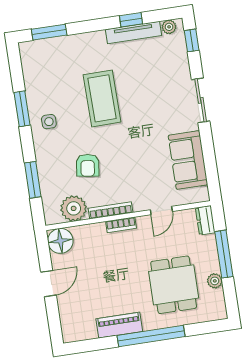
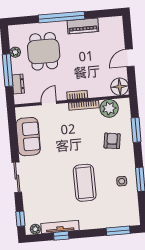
side table: (49, 122) -> (122, 181), moved
armchair: (88, 165) -> (112, 141), moved
dresser: (205, 220) -> (18, 84), moved

